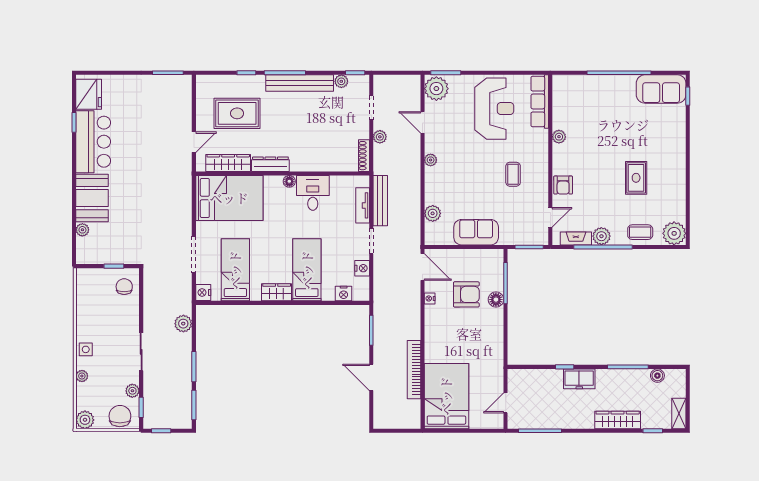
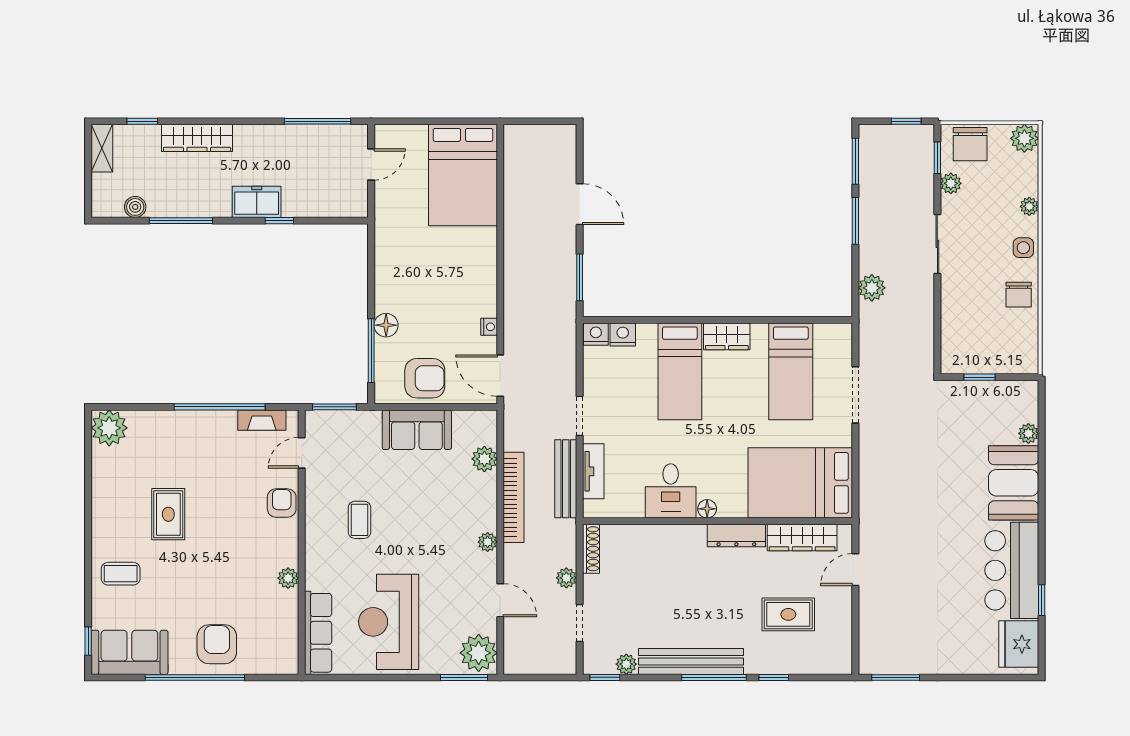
armchair: (605, 94) -> (217, 644), added
rug: (237, 113) -> (788, 614), width x0.73, depth x0.70
coffee table: (640, 232) -> (121, 574), moved
plant: (601, 236) -> (222, 424), removed
nightstand: (362, 268) -> (596, 334), moved, turned 90
chair: (124, 287) -> (1019, 295), moved
nightstand: (203, 292) -> (841, 336), removed
armchair: (466, 294) -> (425, 378), moved, turned 180
bookcase: (414, 370) -> (514, 497), moved

